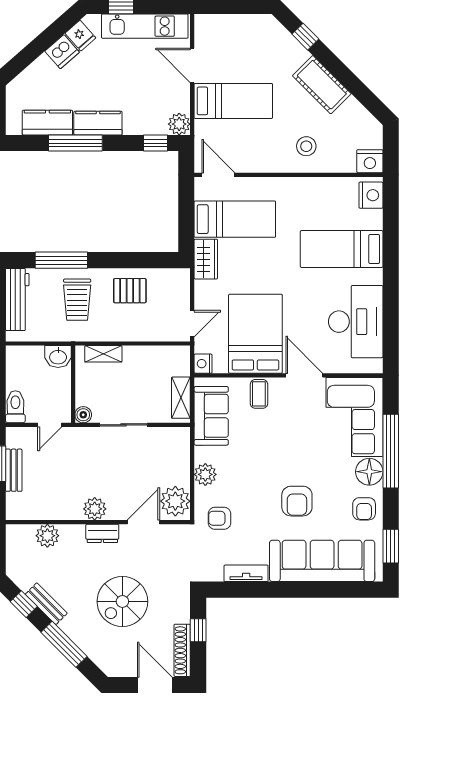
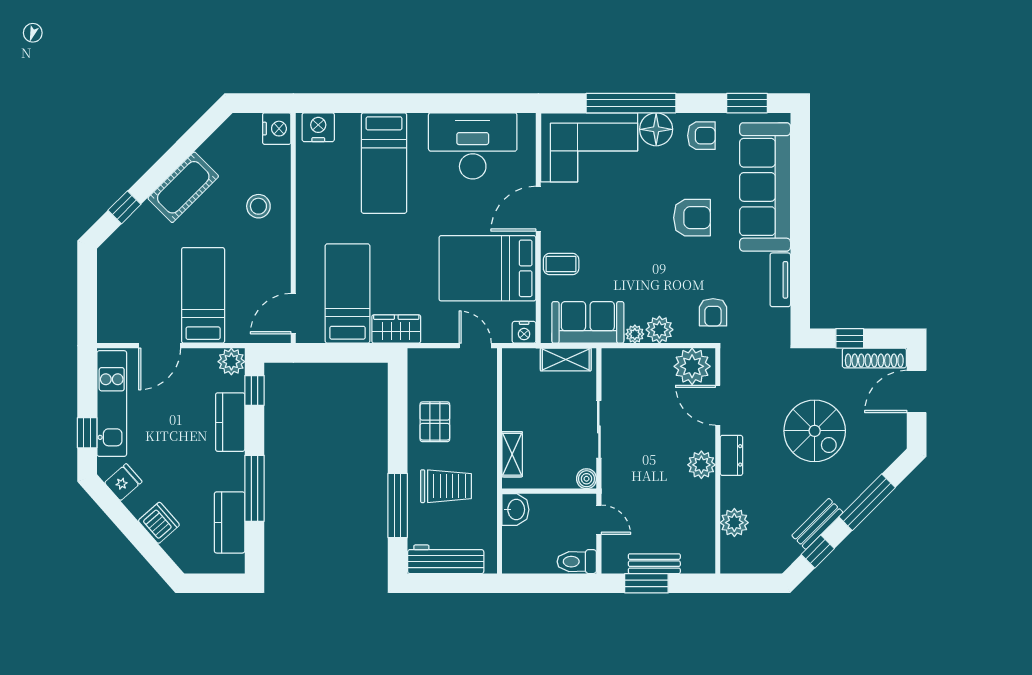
dishwasher: (62, 52) -> (159, 523), moved
kitchen counter: (98, 123) -> (230, 422), moved
plant: (202, 454) -> (635, 334), added

